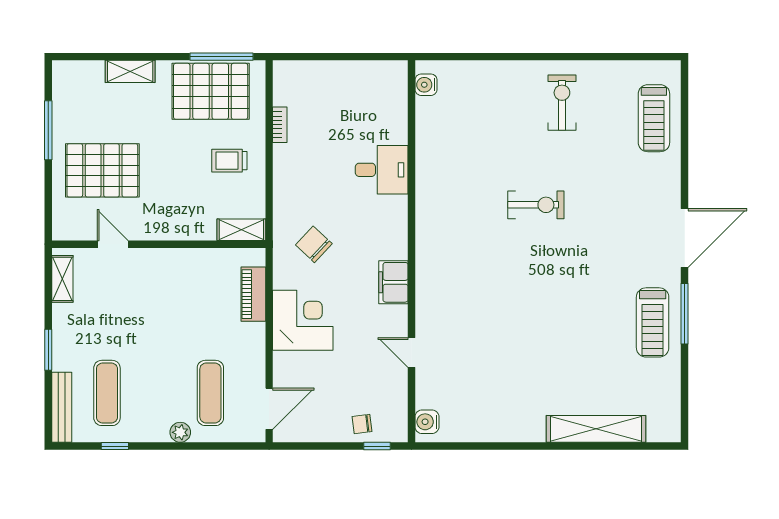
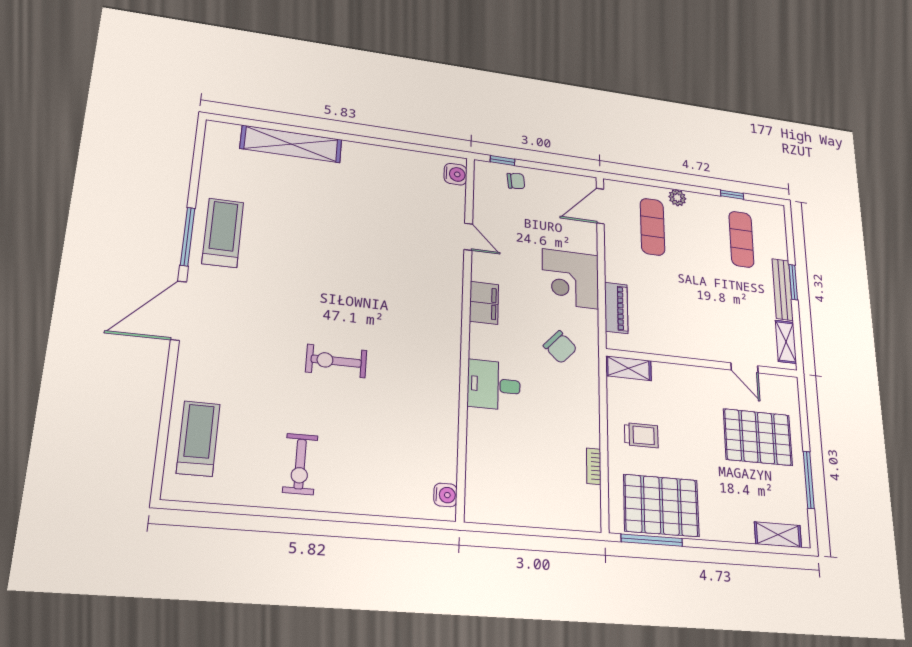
shelving: (130, 71) -> (778, 535), moved
desk: (382, 170) -> (494, 385), moved
bench: (62, 407) -> (783, 289), moved

